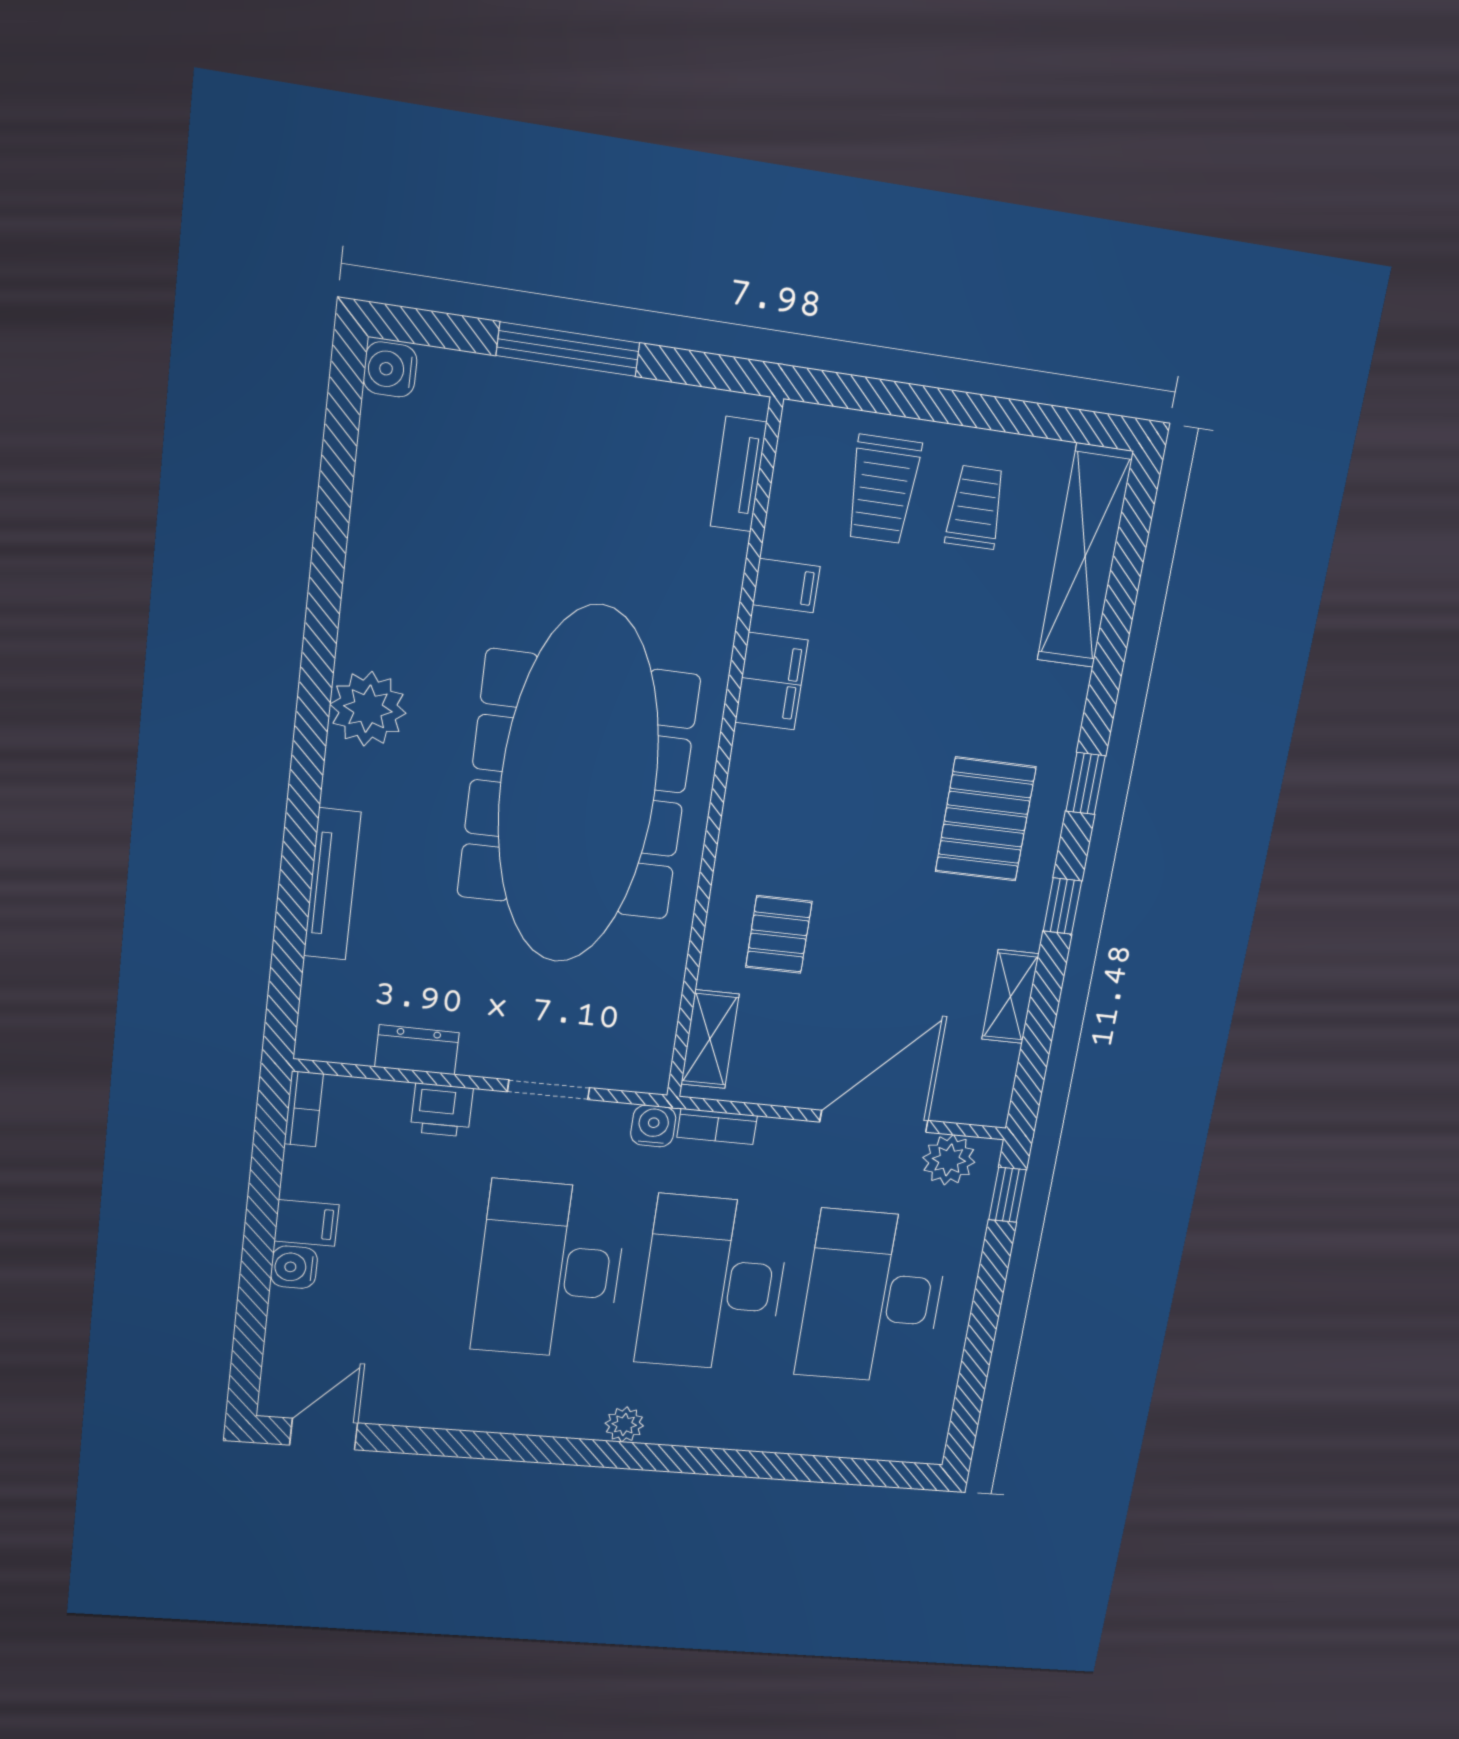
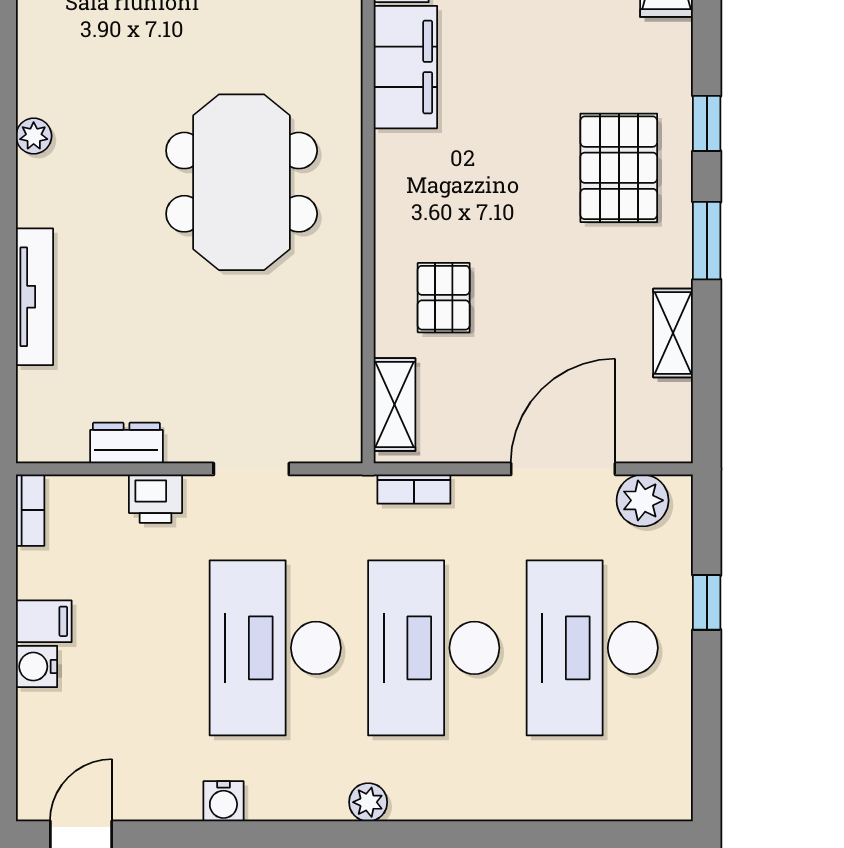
filing cabinet: (771, 681) -> (405, 67), width x1.50, depth x1.17
plant: (368, 709) -> (34, 136), width x0.53, depth x0.53
meeting table: (578, 786) -> (242, 182), width x0.54, depth x0.79
window: (1062, 906) -> (707, 241), width x1.50
water cooler: (653, 1126) -> (223, 801), moved, turned 180
window: (1008, 1195) -> (707, 602), moved

